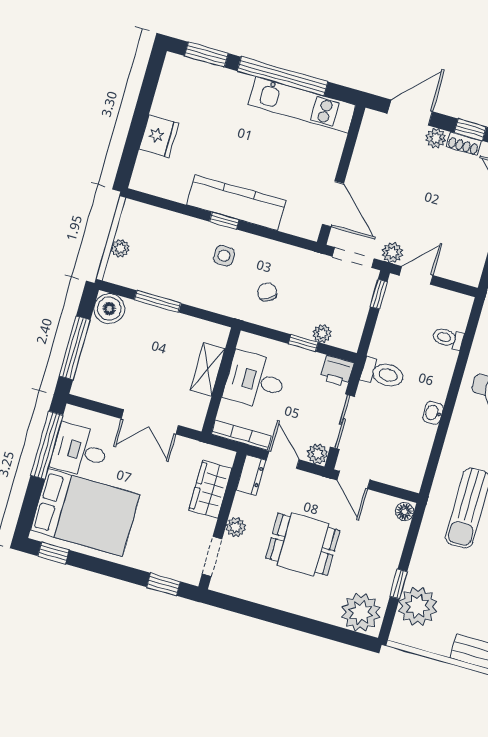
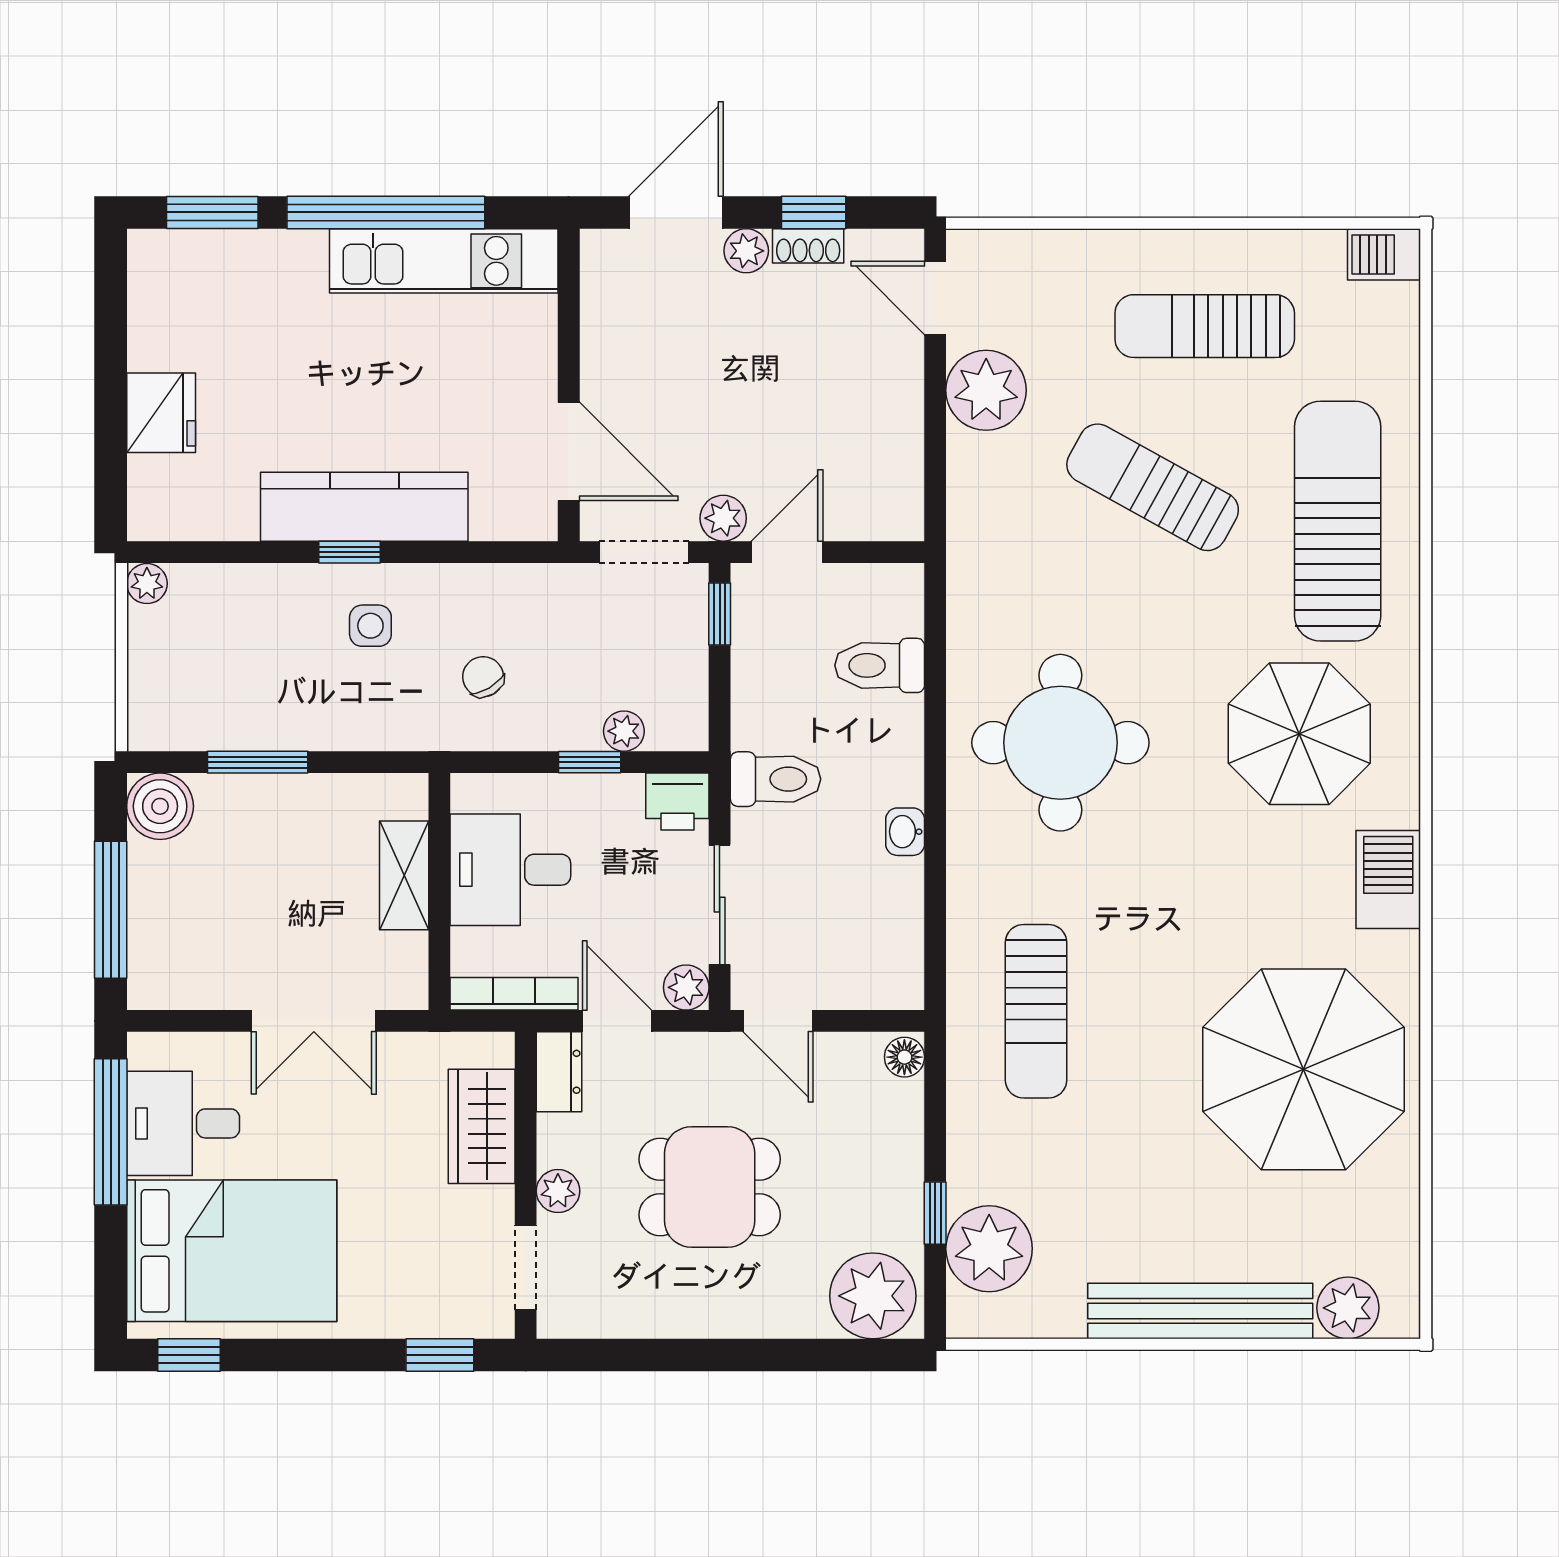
plant: (120, 248) -> (147, 584), moved
toilet: (448, 338) -> (880, 665), width x1.37, depth x1.39

